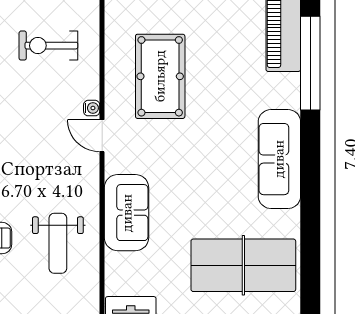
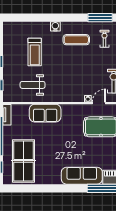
door: (102, 136) -> (99, 103), moved
sofa: (279, 159) -> (82, 176), moved

